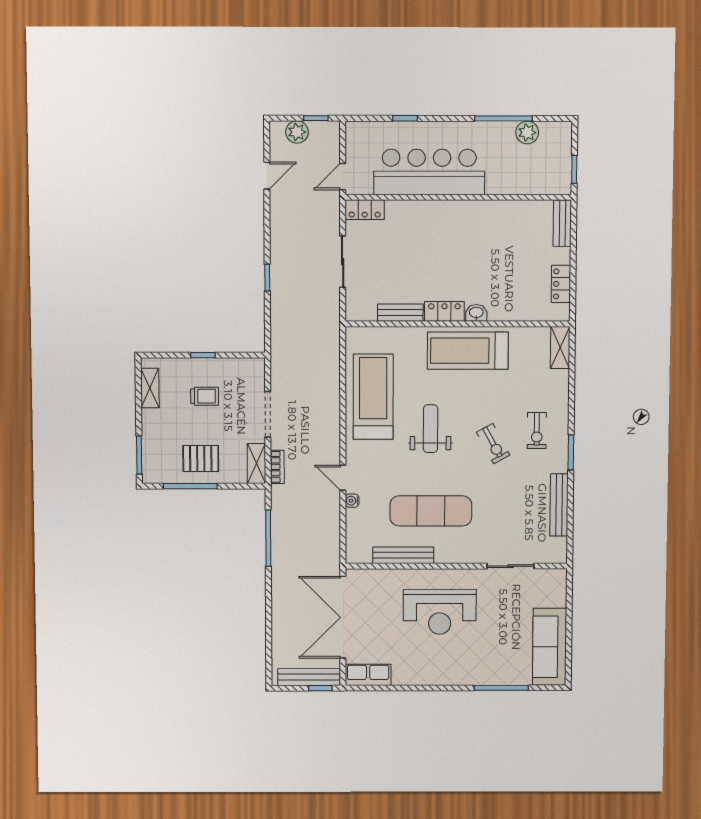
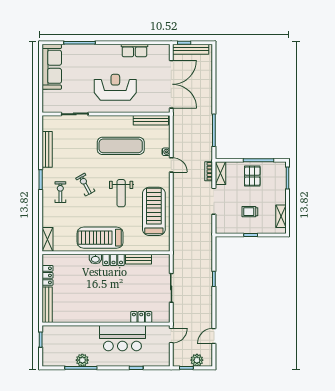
plant: (527, 132) -> (82, 360), moved
bar counter: (429, 172) -> (122, 338), width x0.73
locker: (365, 210) -> (141, 317), moved
bench: (562, 223) -> (47, 305), width x1.36
treadmill: (468, 351) -> (100, 238), turned 180
treadmill: (373, 397) -> (154, 211), turned 180
pallet: (201, 459) -> (252, 176), turned 90
bench: (403, 555) -> (151, 120), moved
row of seats: (368, 675) -> (134, 50), moved

